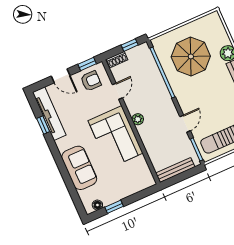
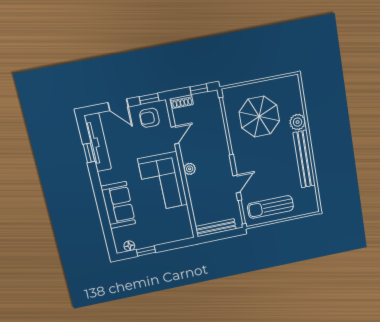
armchair: (91, 81) -> (149, 118), turned 180

